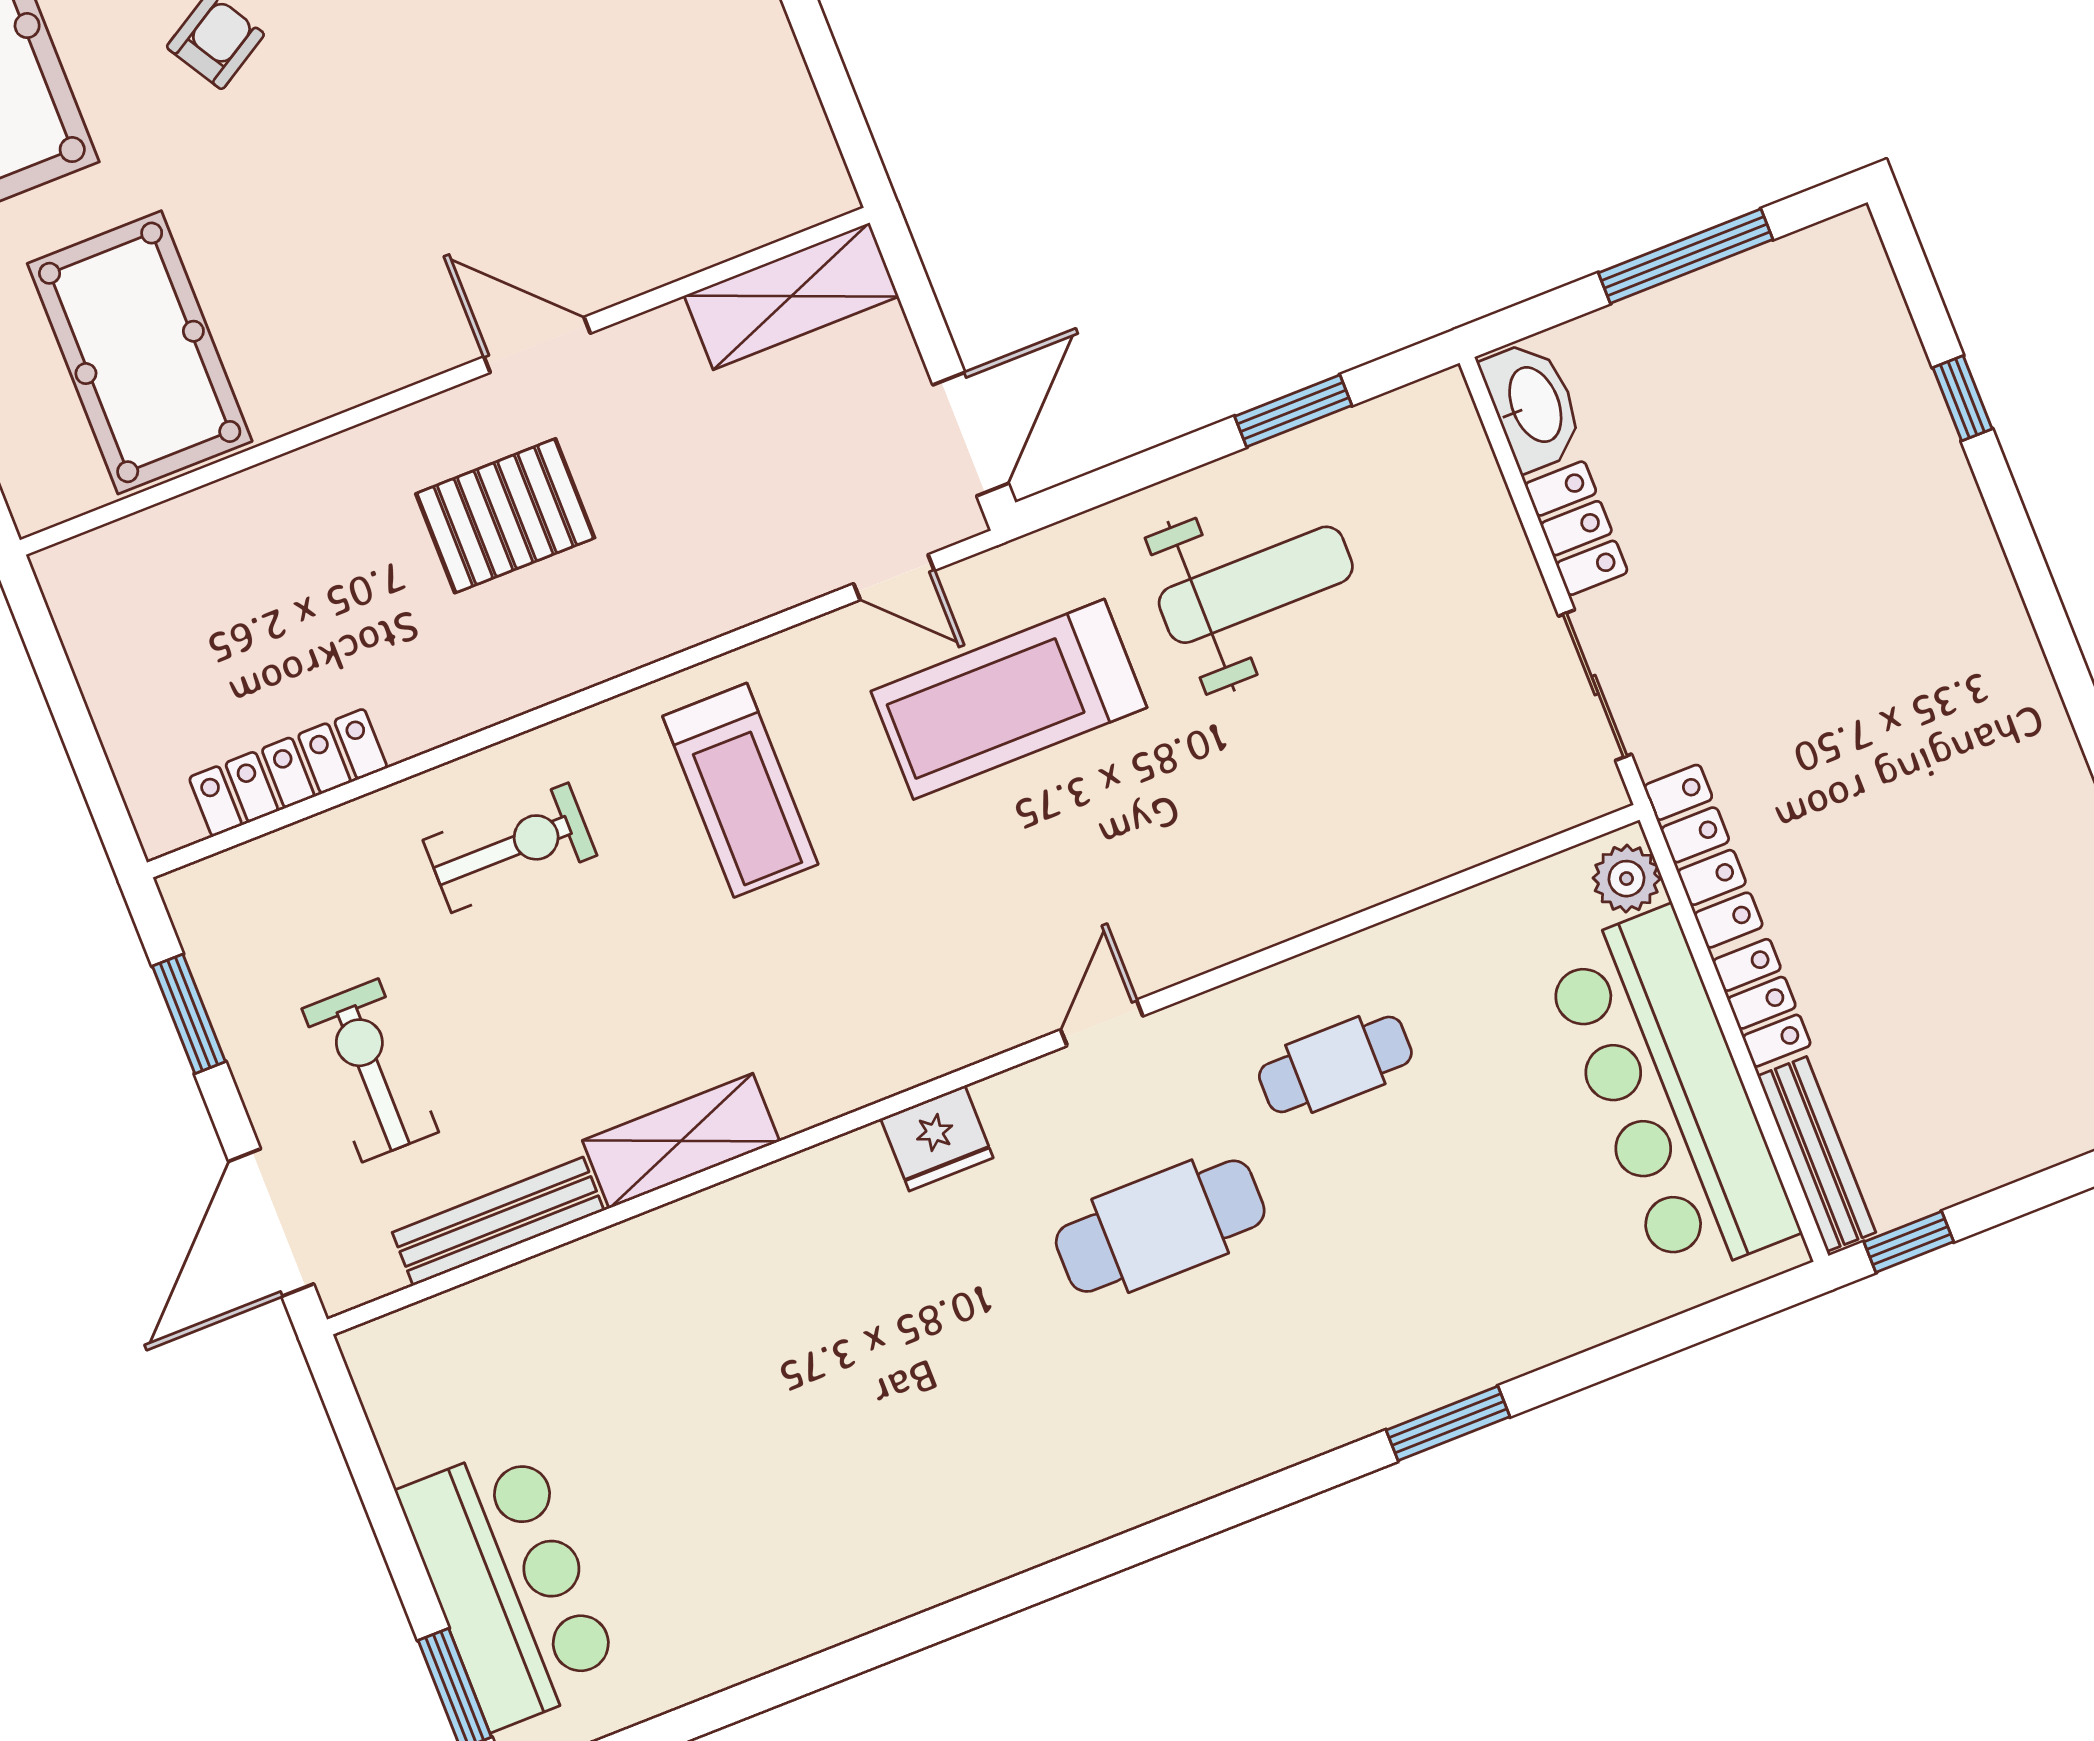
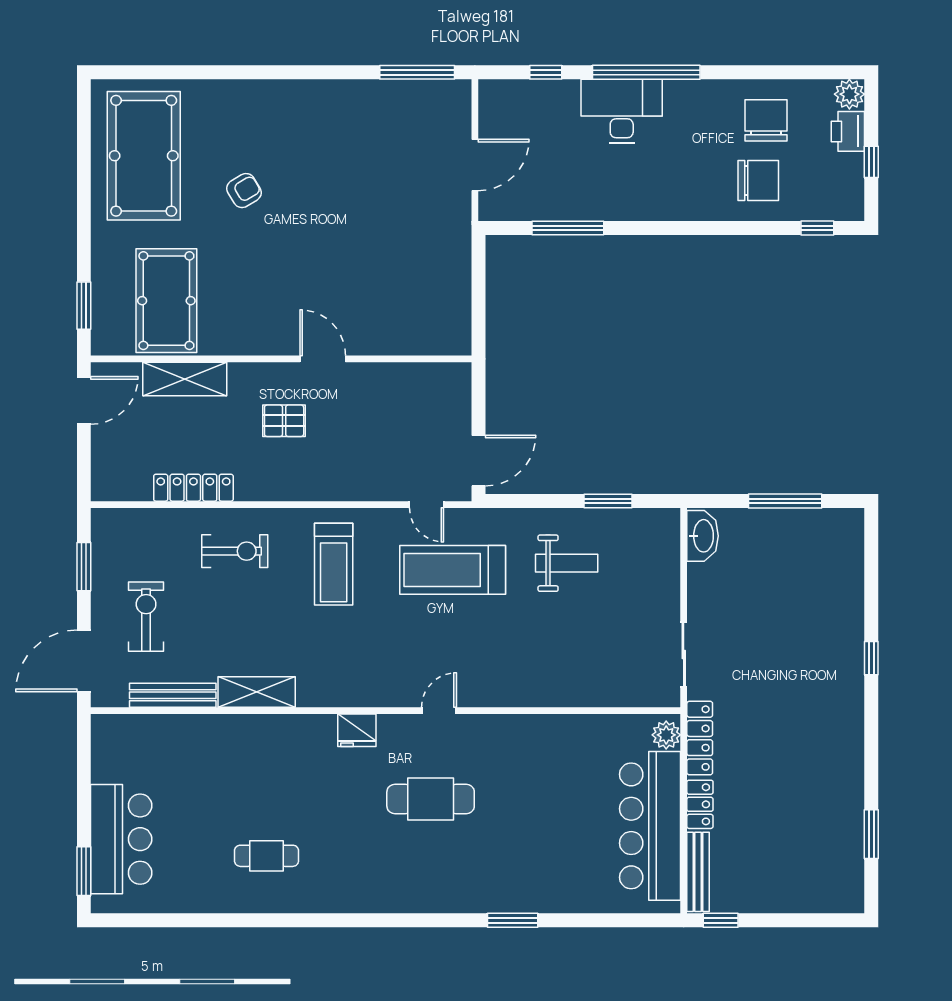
shelving: (791, 296) -> (185, 379), moved
window: (1962, 398) -> (871, 658), moved
pallet: (505, 516) -> (284, 421), width x0.67, depth x0.71
locker: (1576, 528) -> (701, 590), removed
weight bench: (1256, 585) -> (567, 563), width x0.73, depth x0.75
door: (44, 646) -> (84, 400), added
locker: (288, 773) -> (193, 488), moved
cafe table: (1335, 1064) -> (267, 856), moved

